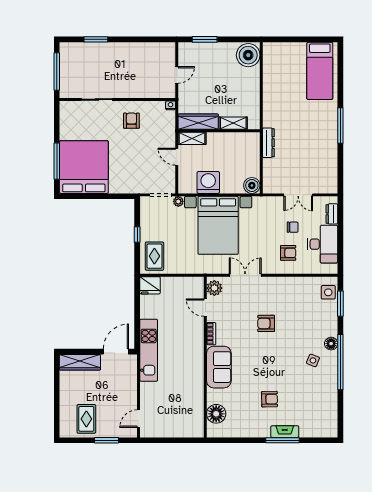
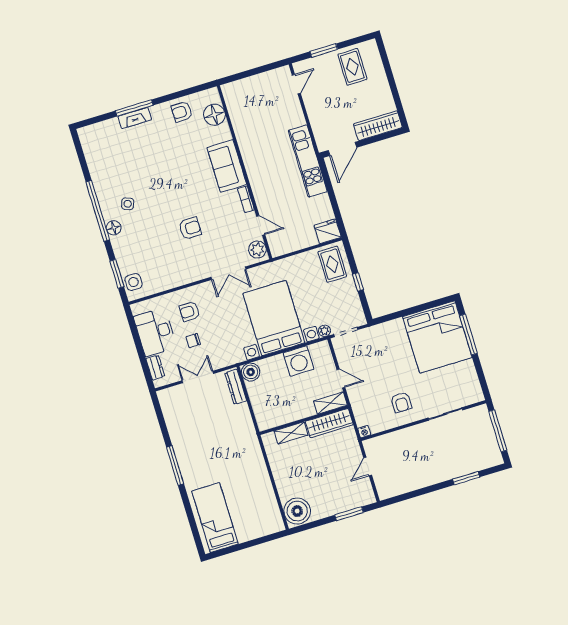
dresser: (268, 143) -> (236, 387), moved
armchair: (269, 399) -> (182, 112), moved

